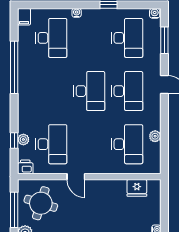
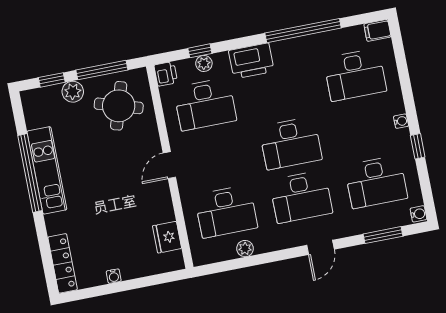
water cooler: (77, 13) -> (401, 121), moved
printer: (28, 107) -> (251, 61), added
door: (76, 177) -> (169, 165), moved

